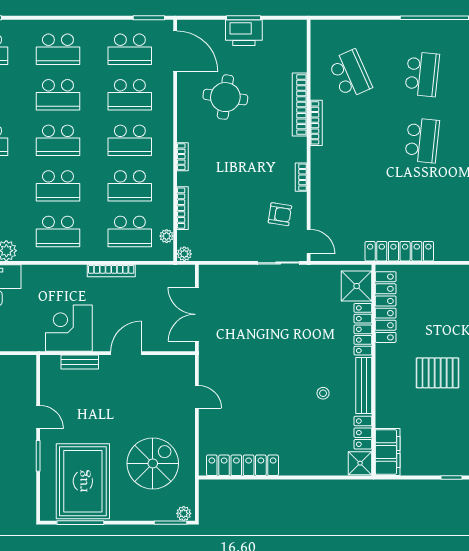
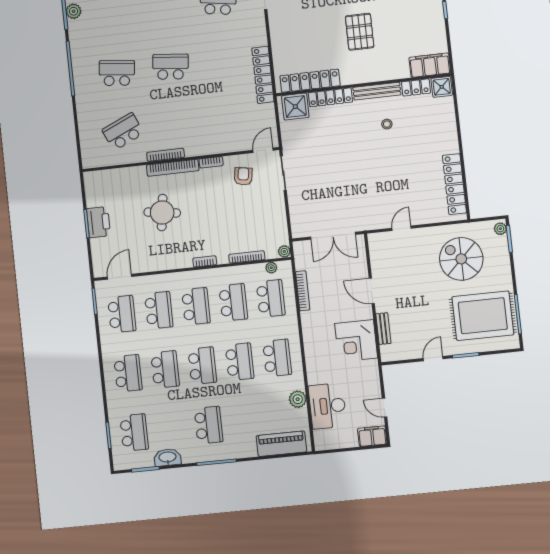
door: (175, 51) -> (120, 277), width x0.73
round table: (225, 97) -> (162, 213), moved
bookcase: (300, 105) -> (173, 168), moved
bookcase: (111, 271) -> (303, 291), moved

